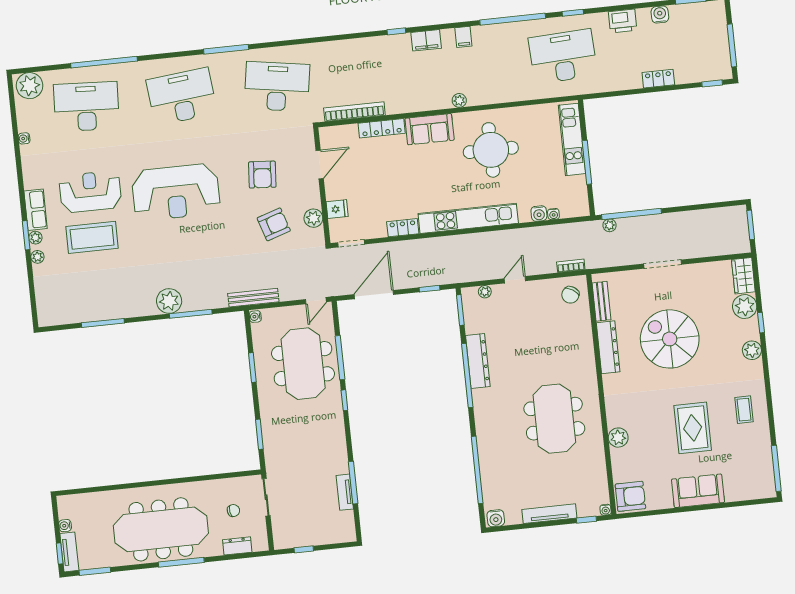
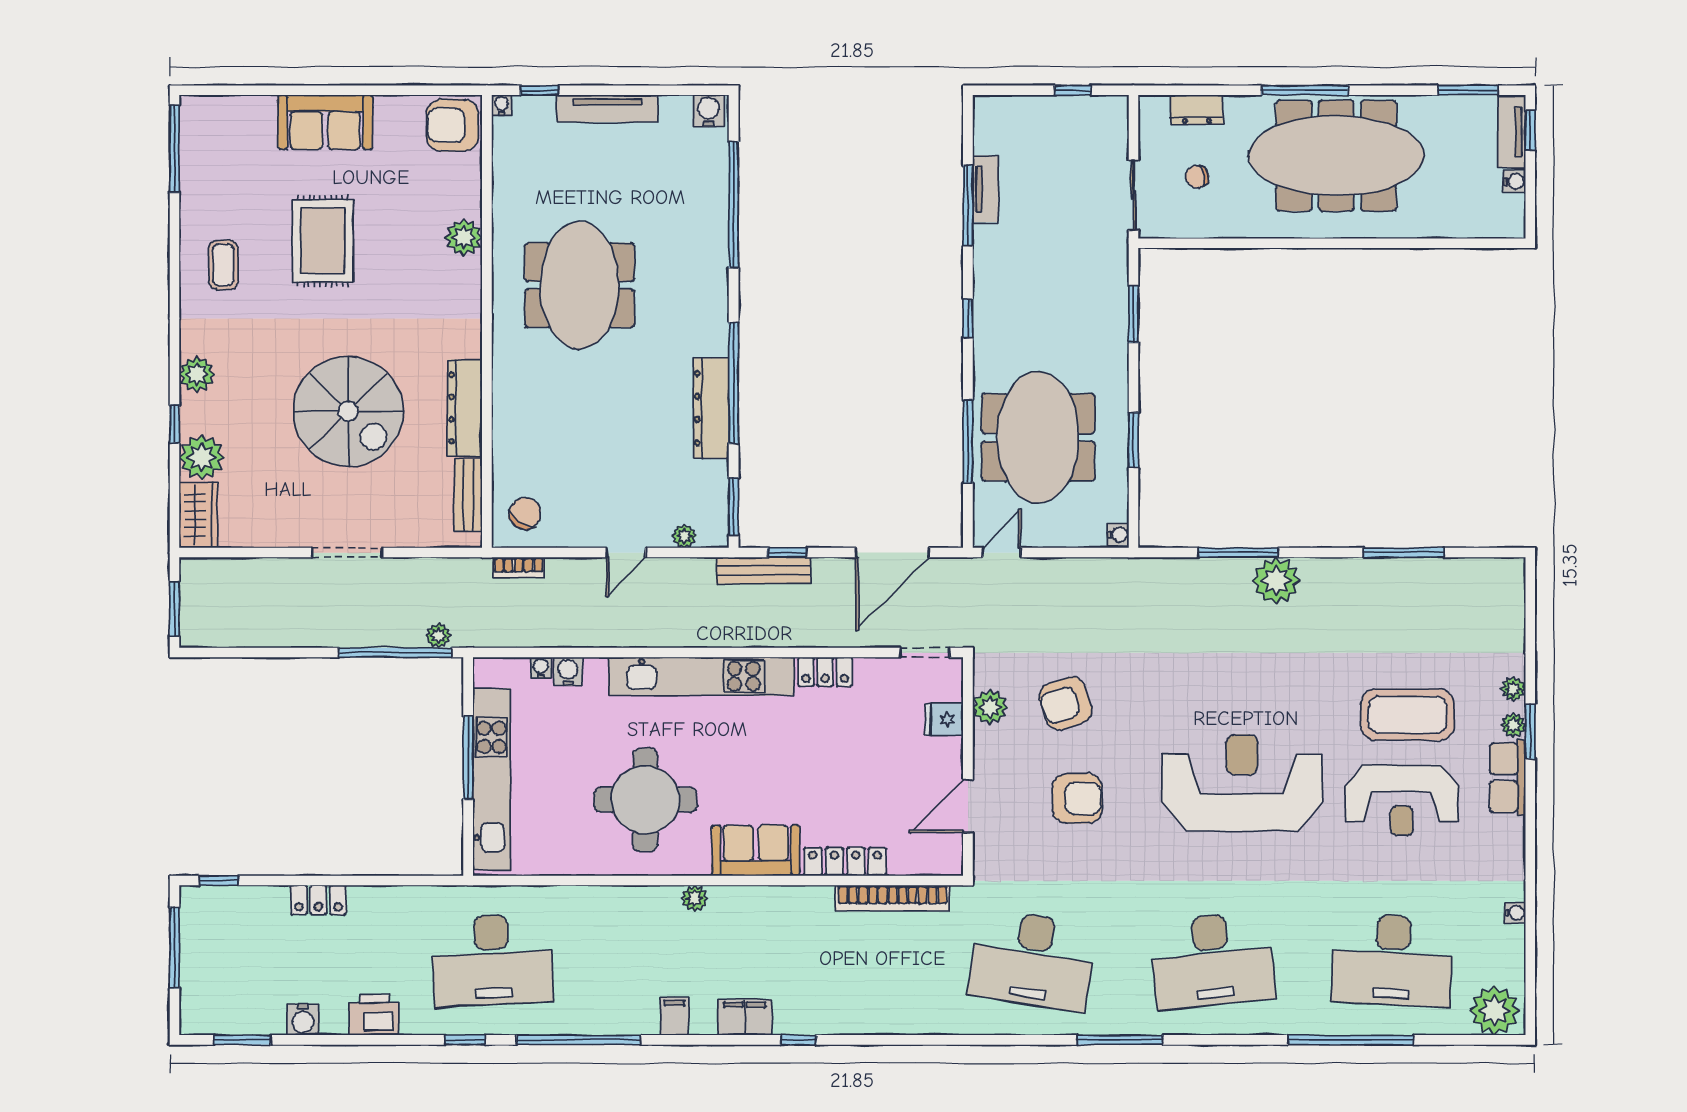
kitchen unit: (572, 139) -> (492, 779), width x1.36
armchair: (262, 175) -> (1077, 799), turned 86
bench: (253, 298) -> (763, 570), moved
window: (344, 400) -> (968, 318), moved

